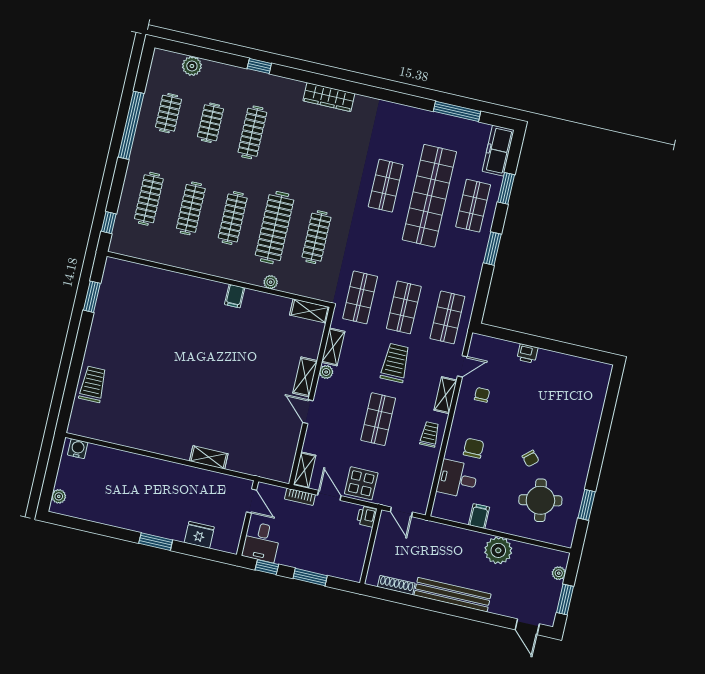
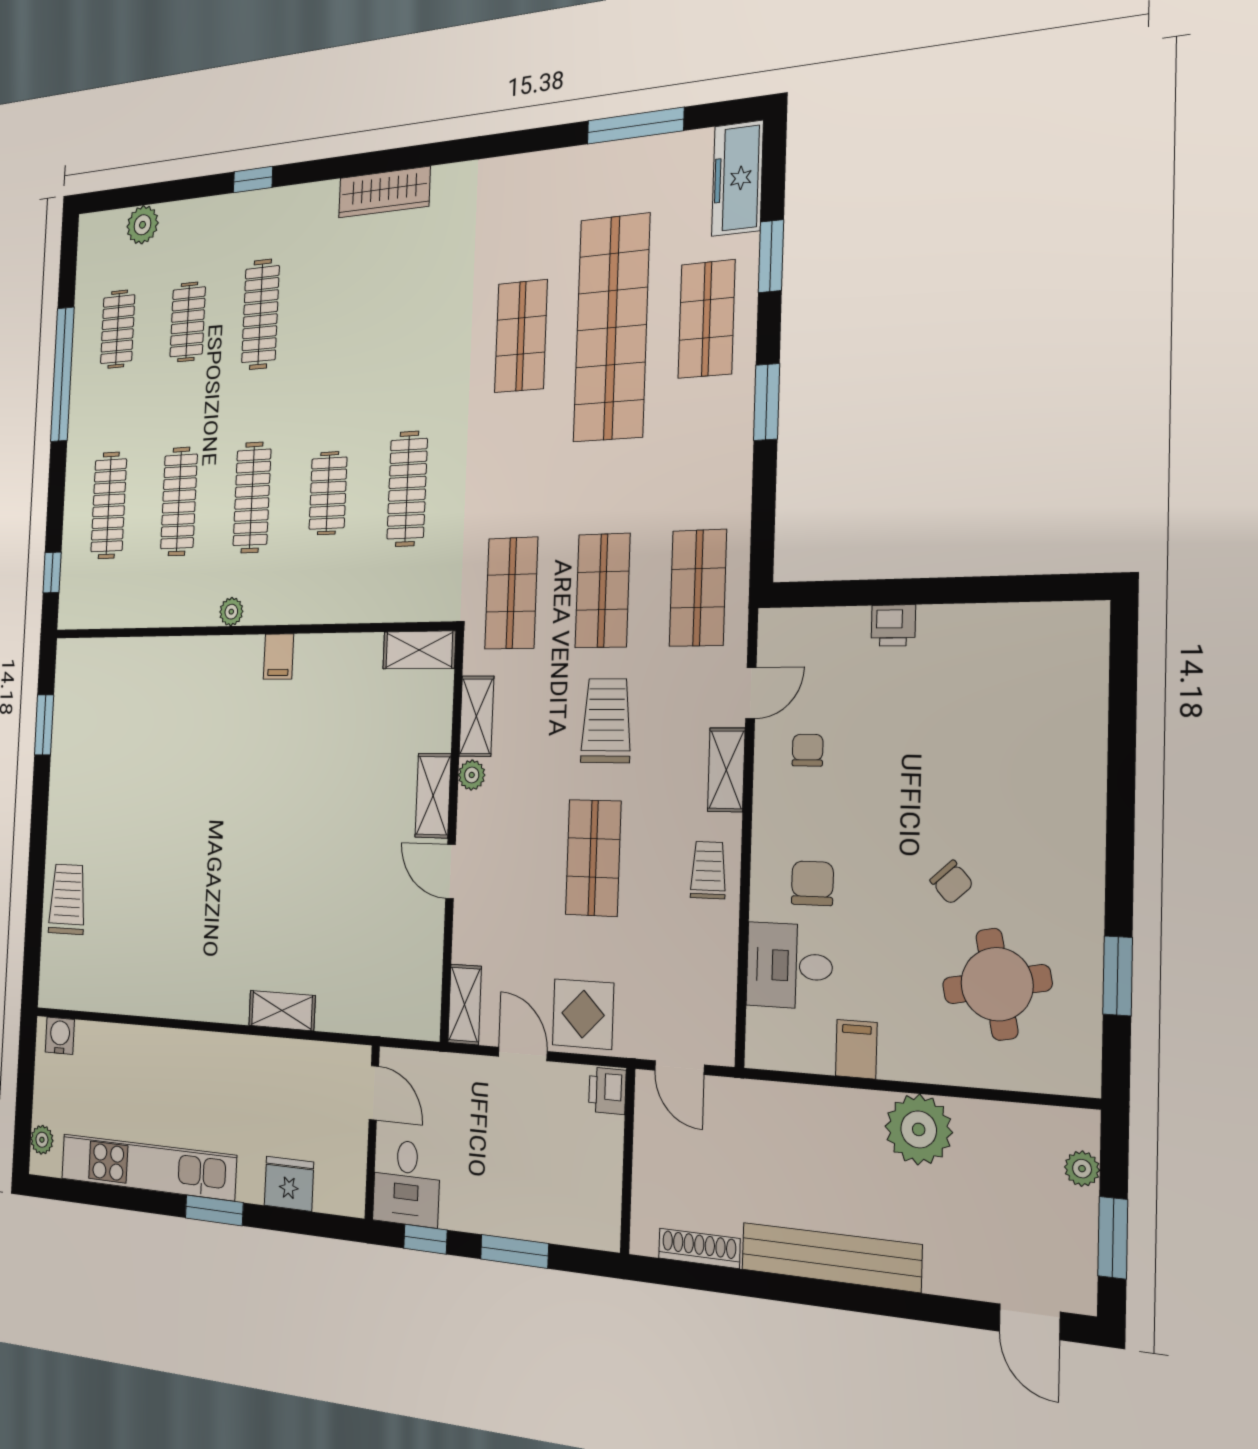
clothes rail: (275, 228) -> (328, 493), width x0.54, depth x0.76
plant: (271, 282) -> (231, 612), moved
bookcase: (300, 497) -> (465, 1067), removed
kitchen unit: (121, 517) -> (147, 1167), added

